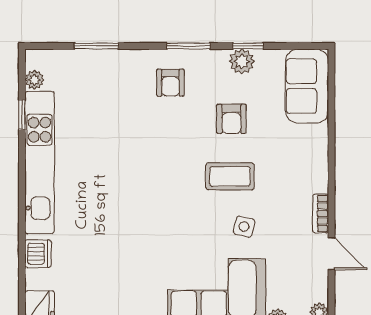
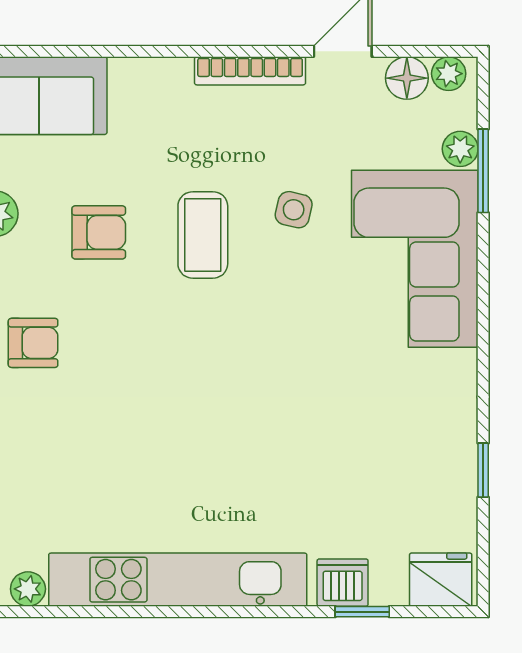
window: (22, 115) -> (362, 612), moved
bookcase: (321, 213) -> (250, 71), width x1.56
floor lamp: (317, 289) -> (407, 78), added

